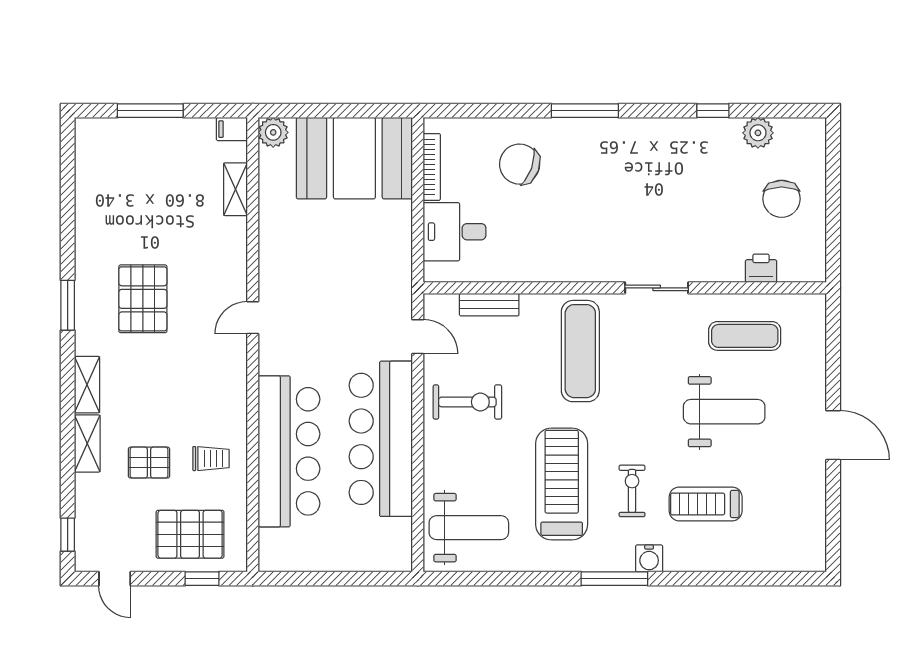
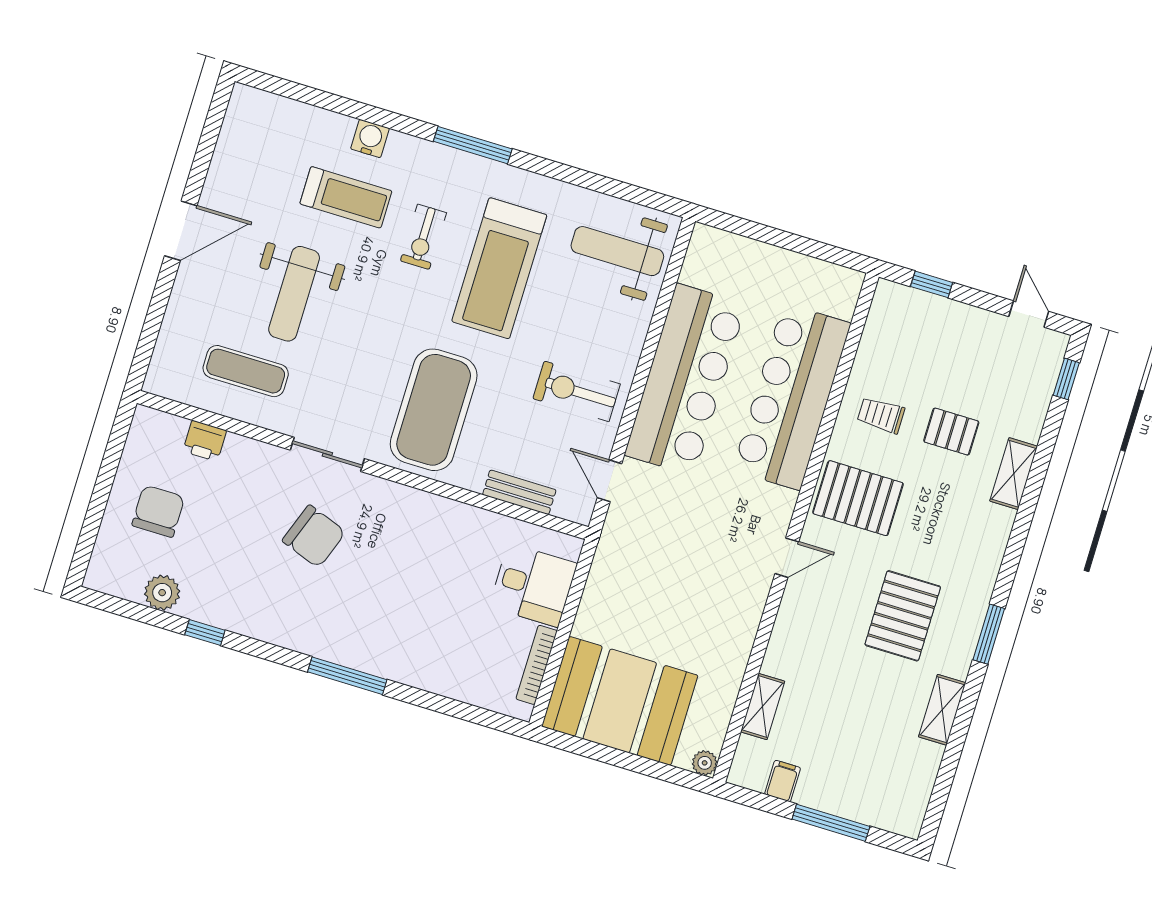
filing cabinet: (232, 129) -> (783, 781), moved, turned -90
plant: (273, 132) -> (705, 763), width x0.73, depth x0.73
chair: (520, 164) -> (314, 536), moved
exercise mat: (580, 351) -> (434, 410), width x1.47
shelving: (87, 385) -> (942, 710), moved
weight bench: (724, 412) -> (294, 294), turned -90
door: (833, 435) -> (181, 231), swing flipped
pallet: (190, 534) -> (858, 498), moved
water cooler: (649, 558) -> (370, 139), moved

